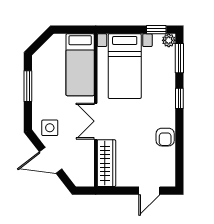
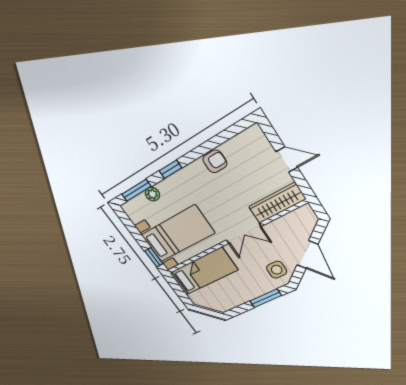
window: (156, 30) -> (154, 257), moved
plant: (169, 40) -> (152, 194), moved
window: (28, 86) -> (266, 298), moved
door: (149, 191) -> (287, 160), moved

